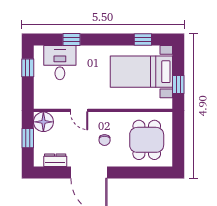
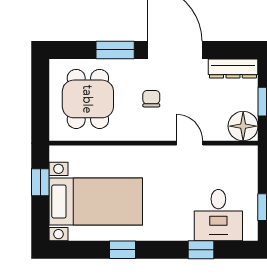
window: (143, 40) -> (123, 250), moved
dresser: (55, 160) -> (233, 68), width x1.44
window: (129, 172) -> (115, 50), added

